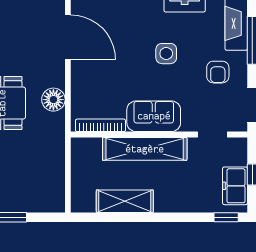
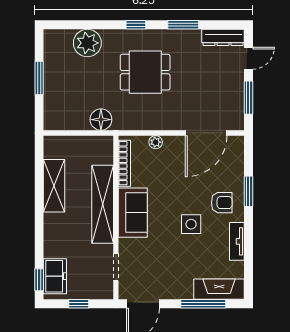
armchair: (218, 72) -> (222, 203), moved, turned 180
plant: (78, 92) -> (156, 142), added
floor lamp: (53, 100) -> (101, 120), moved
freezer: (235, 186) -> (55, 276), moved, turned 90

